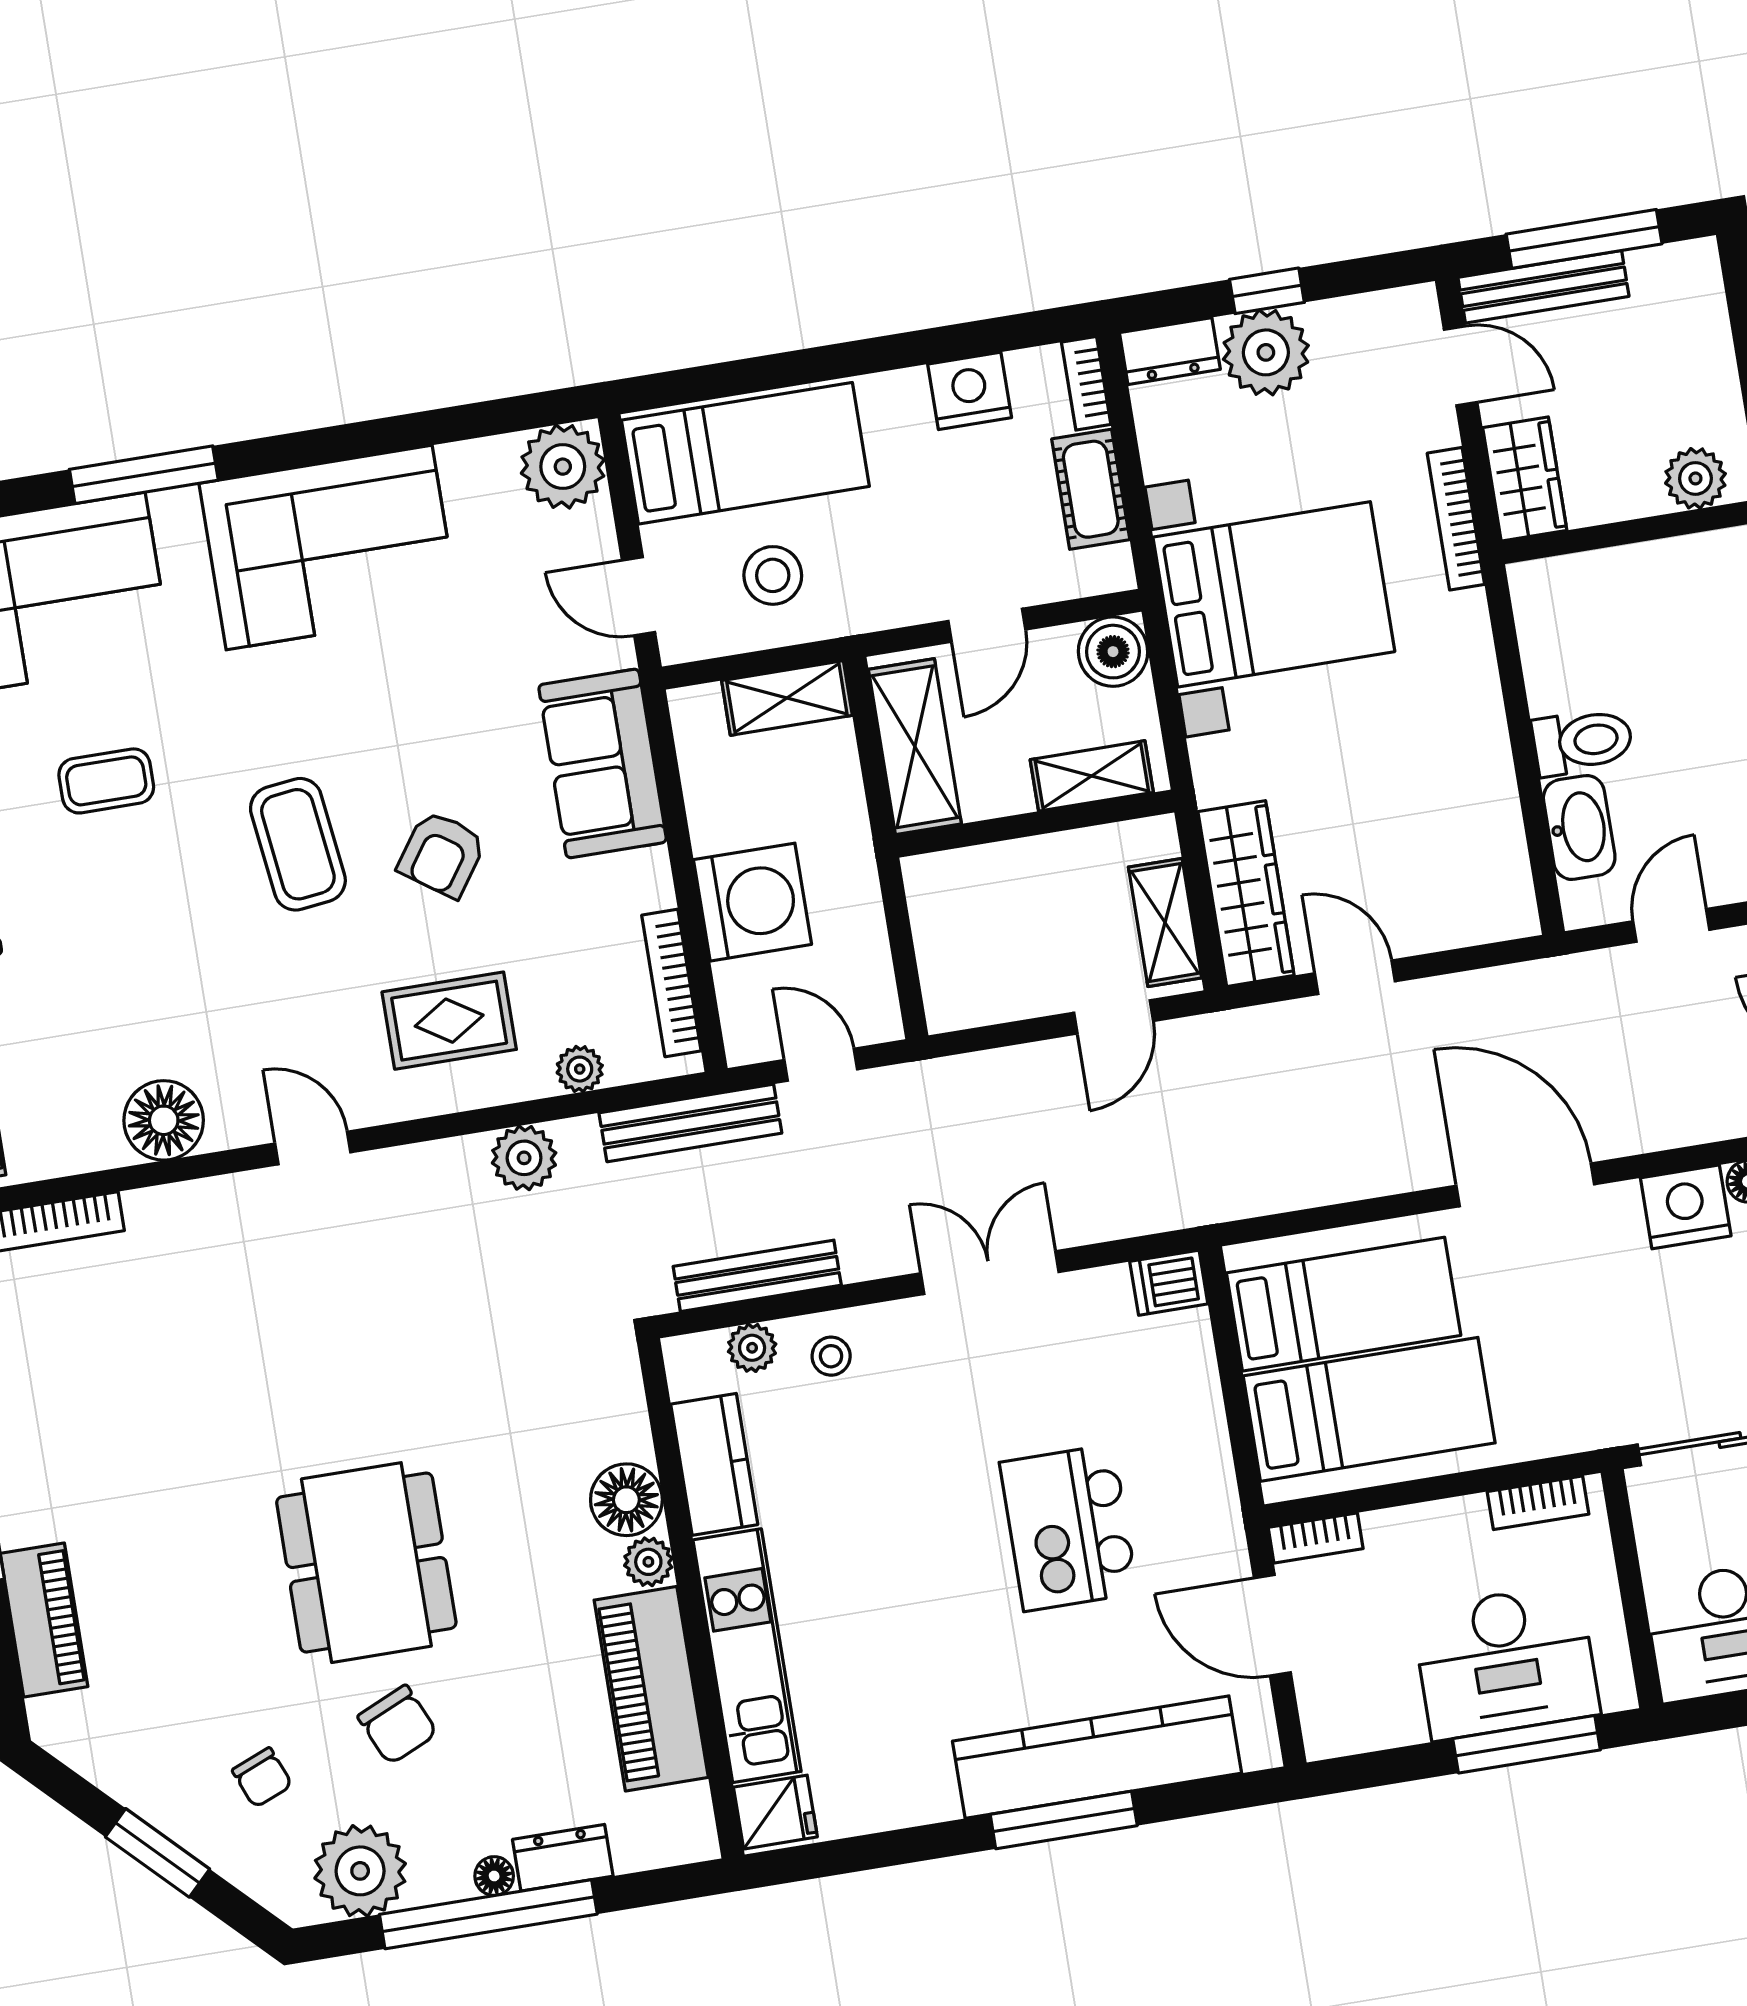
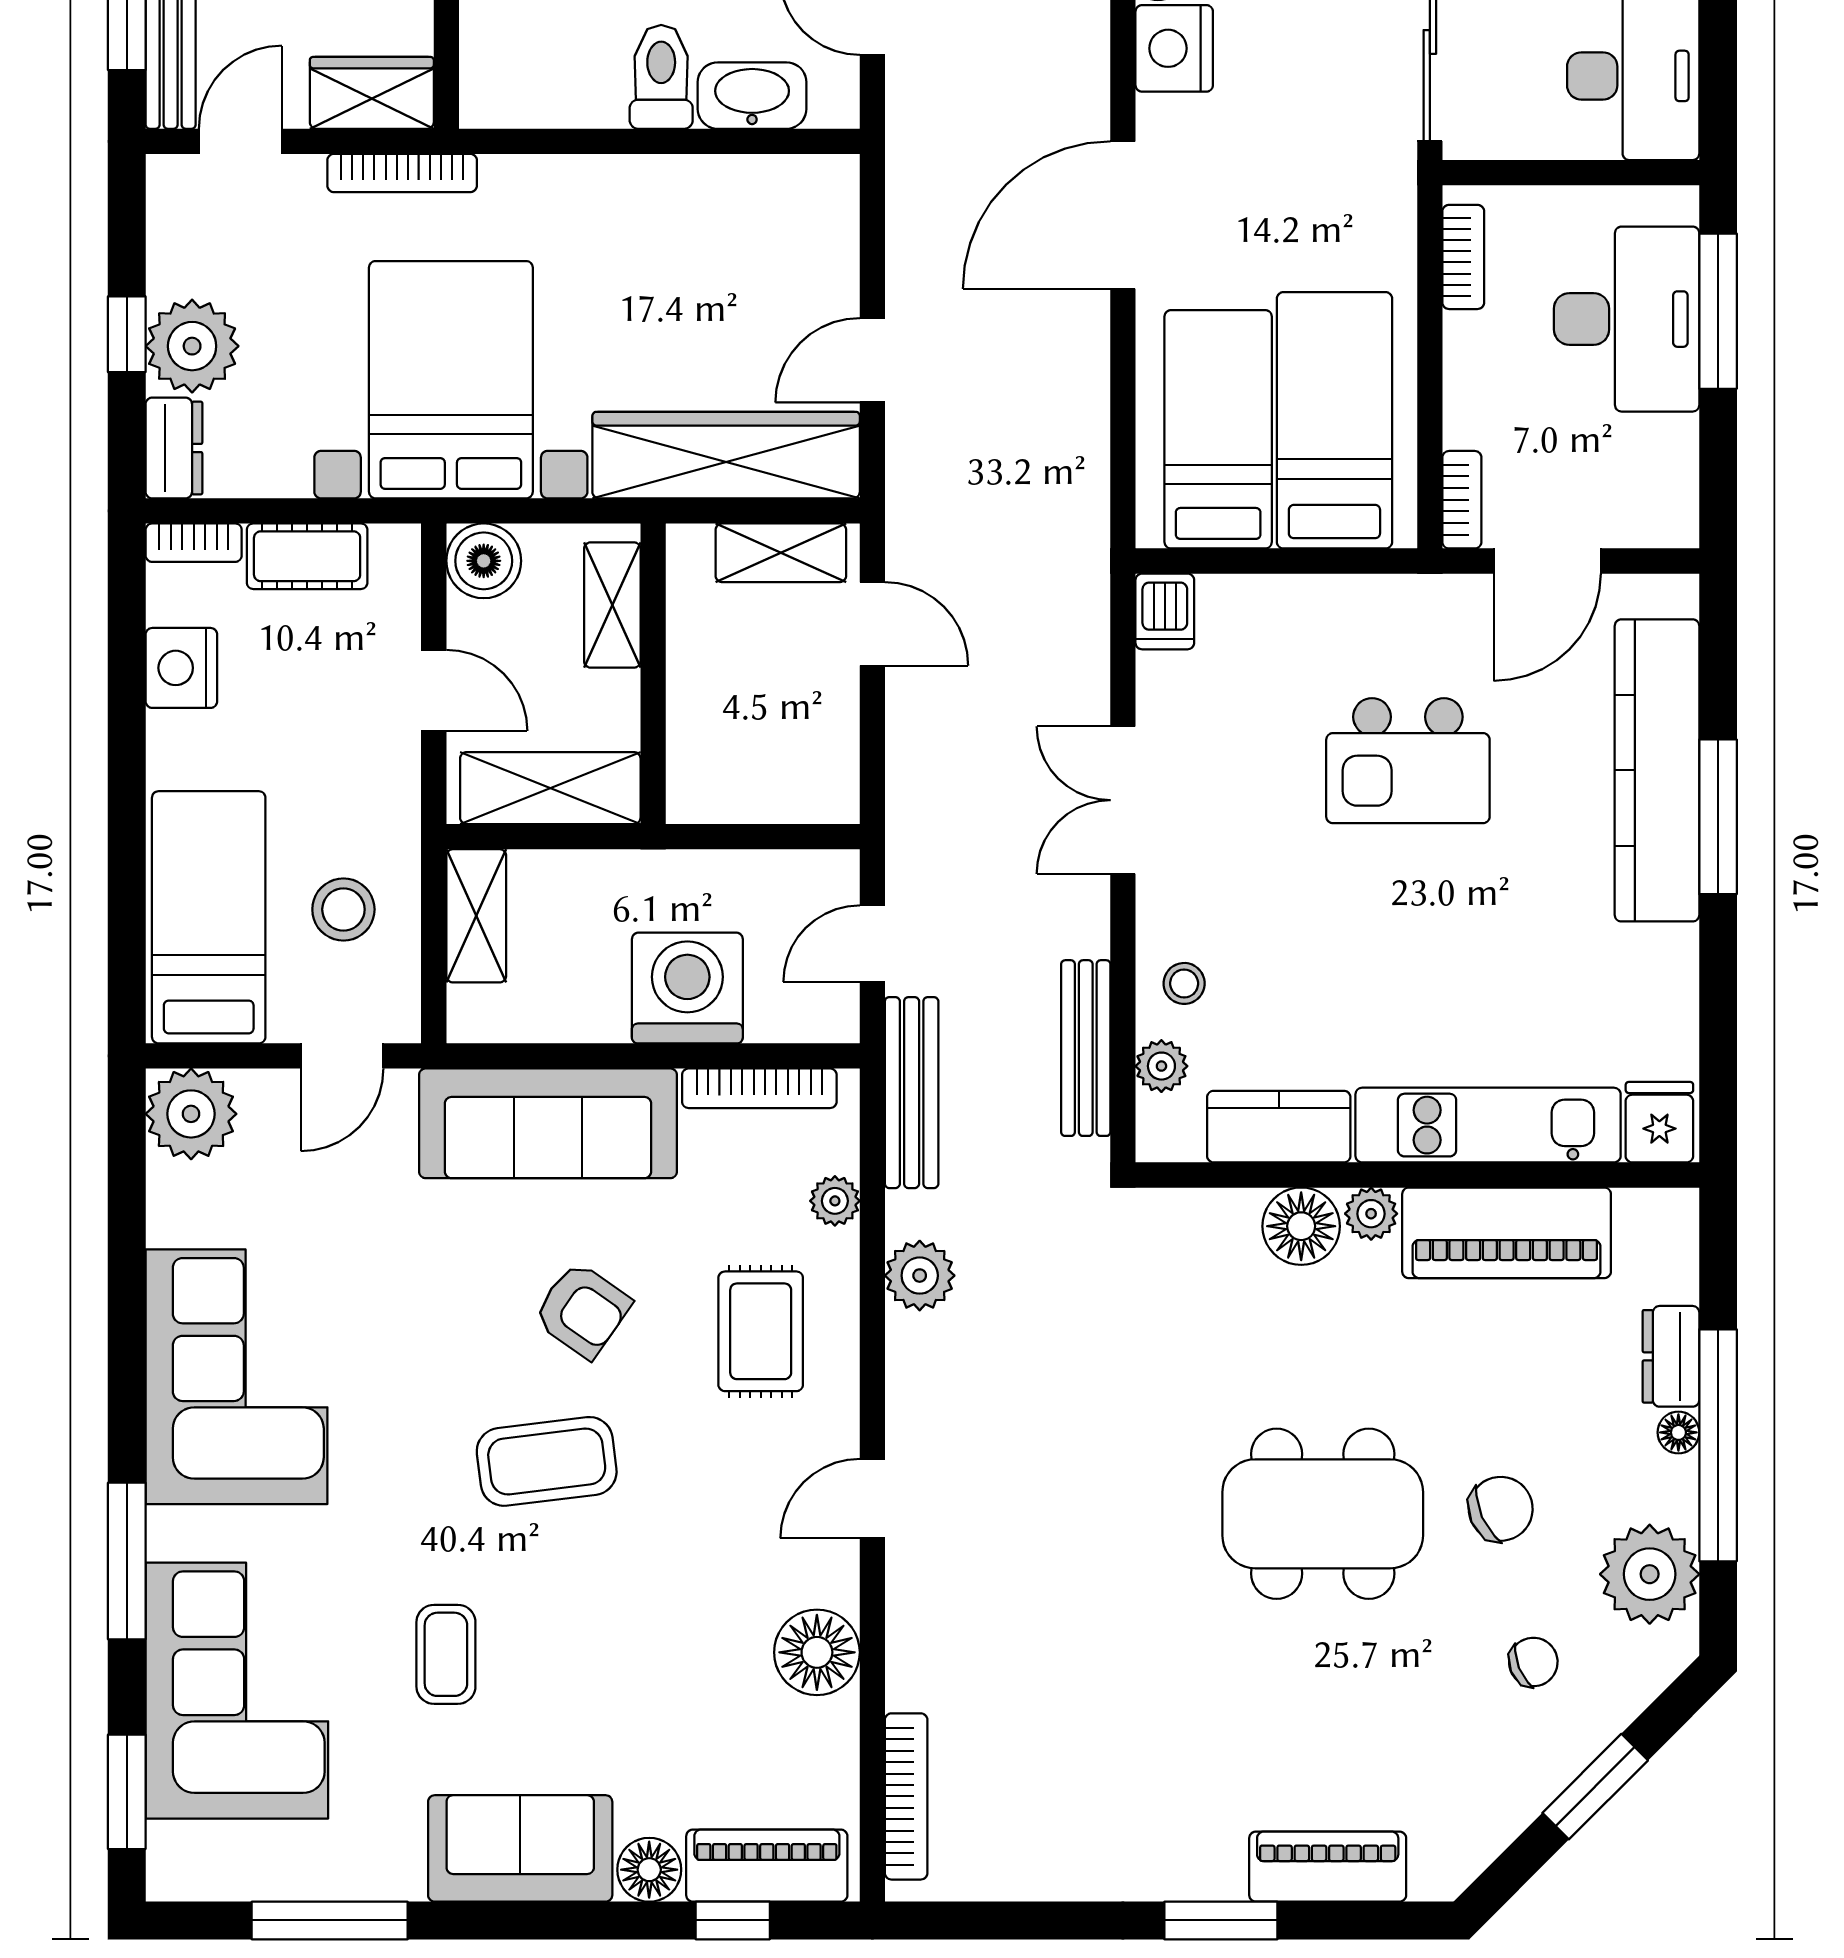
sofa: (603, 763) -> (548, 1123), width x1.36
wardrobe: (1246, 894) -> (726, 455), width x1.40, depth x1.17

